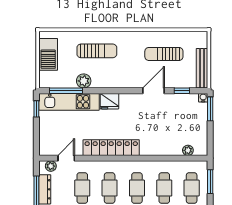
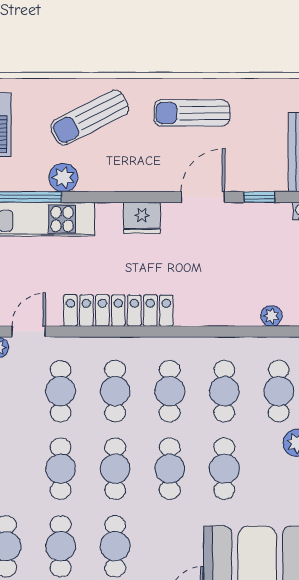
sun lounger: (97, 51) -> (90, 118), turned 153
sun lounger: (164, 54) -> (192, 113), moved
fridge: (109, 101) -> (142, 218), moved

